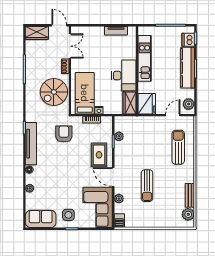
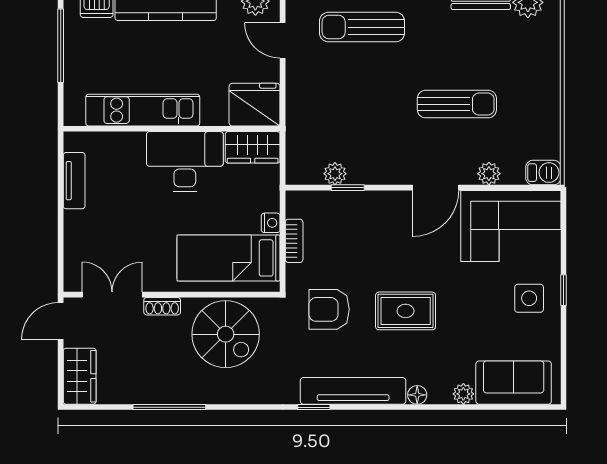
rug: (99, 155) -> (406, 311), moved
sofa: (41, 219) -> (514, 383), moved, turned 90

